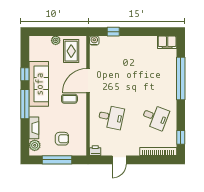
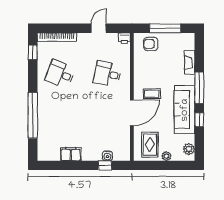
water cooler: (94, 41) -> (107, 156), moved
filing cabinet: (167, 42) -> (71, 154), moved
armchair: (62, 139) -> (151, 44), moved
plant: (35, 145) -> (189, 149), moved

